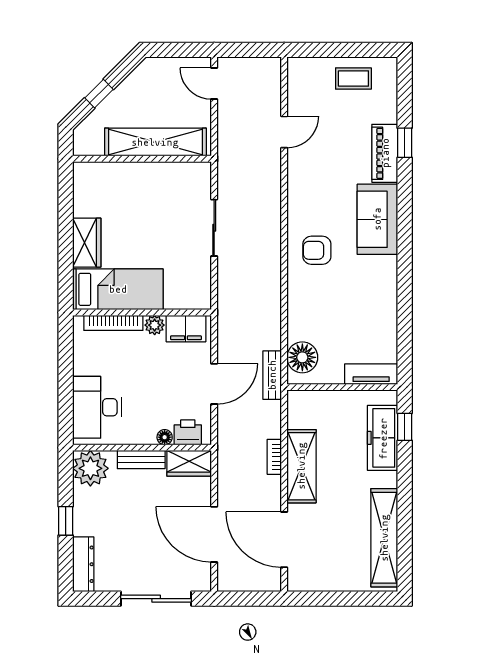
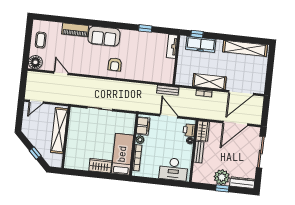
window: (405, 143) -> (145, 28), moved
floor lamp: (302, 357) -> (35, 62), moved
plant: (90, 468) -> (222, 177), moved

